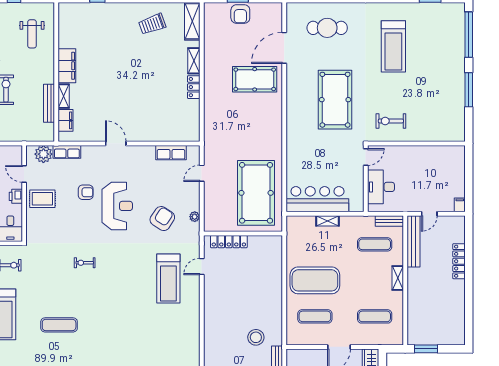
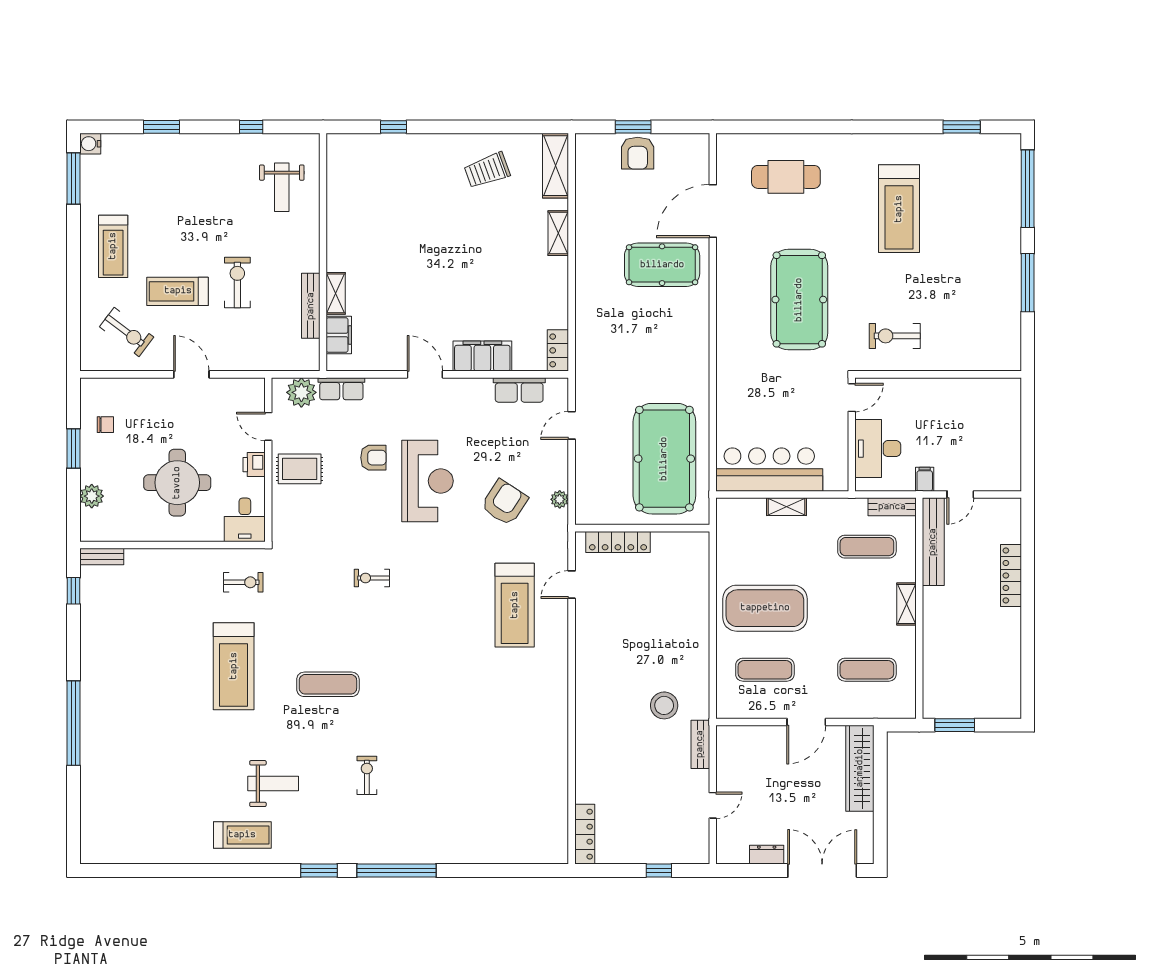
filing cabinet: (67, 66) -> (482, 356), moved, turned -90
locker: (194, 87) -> (558, 350), moved
filing cabinet: (460, 205) -> (925, 479), moved

